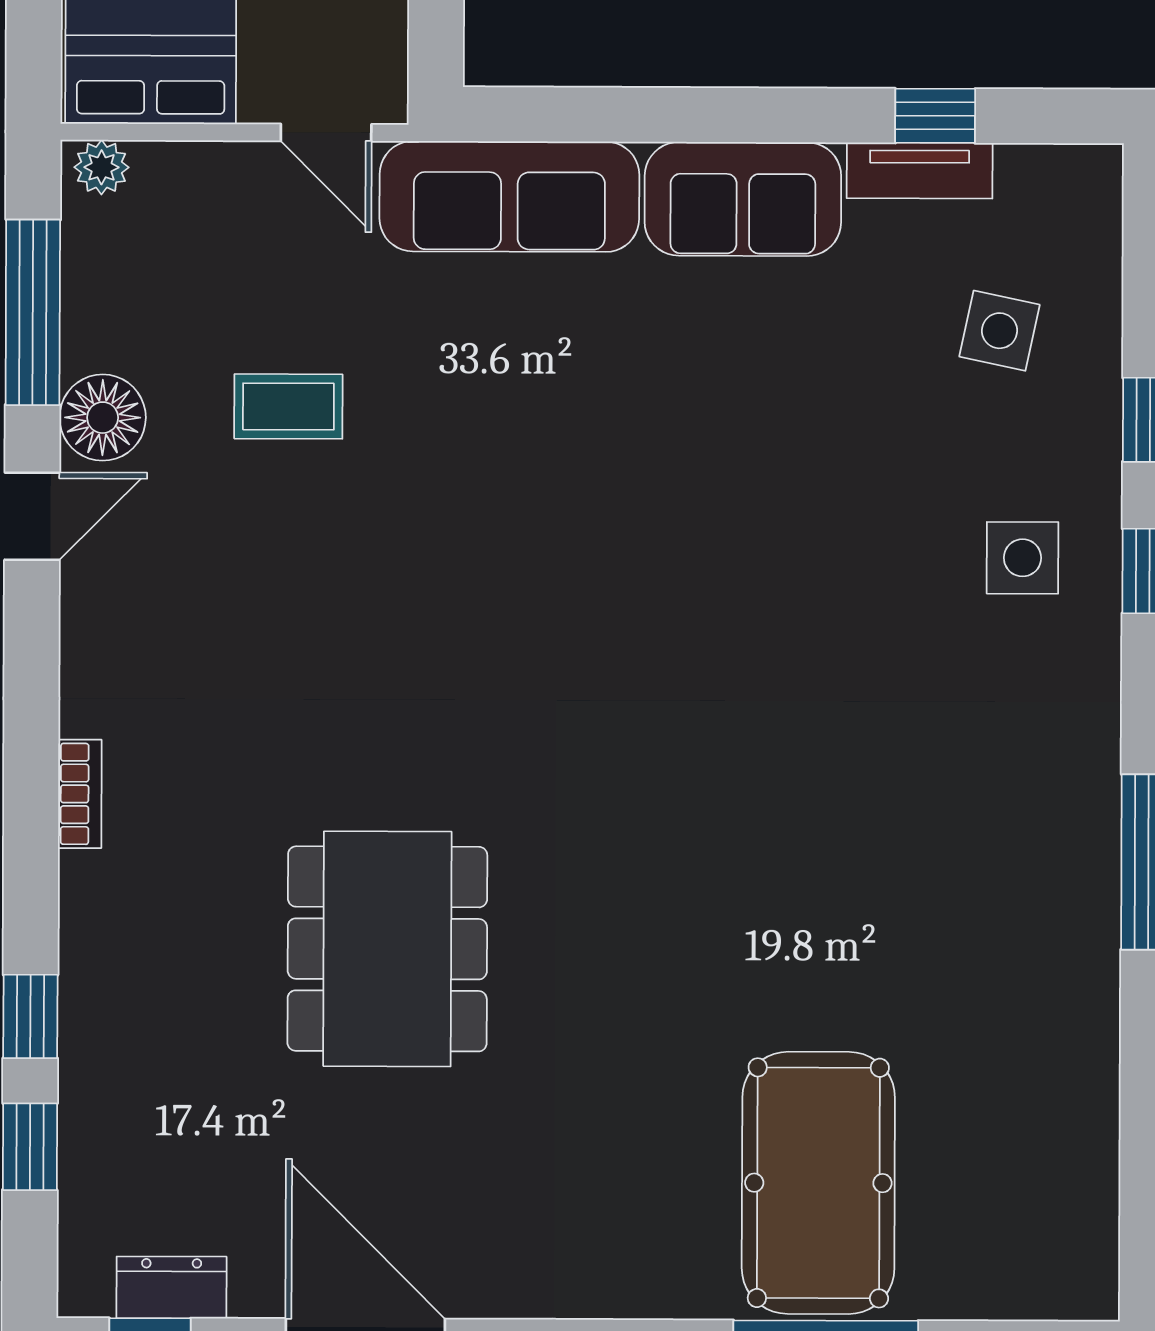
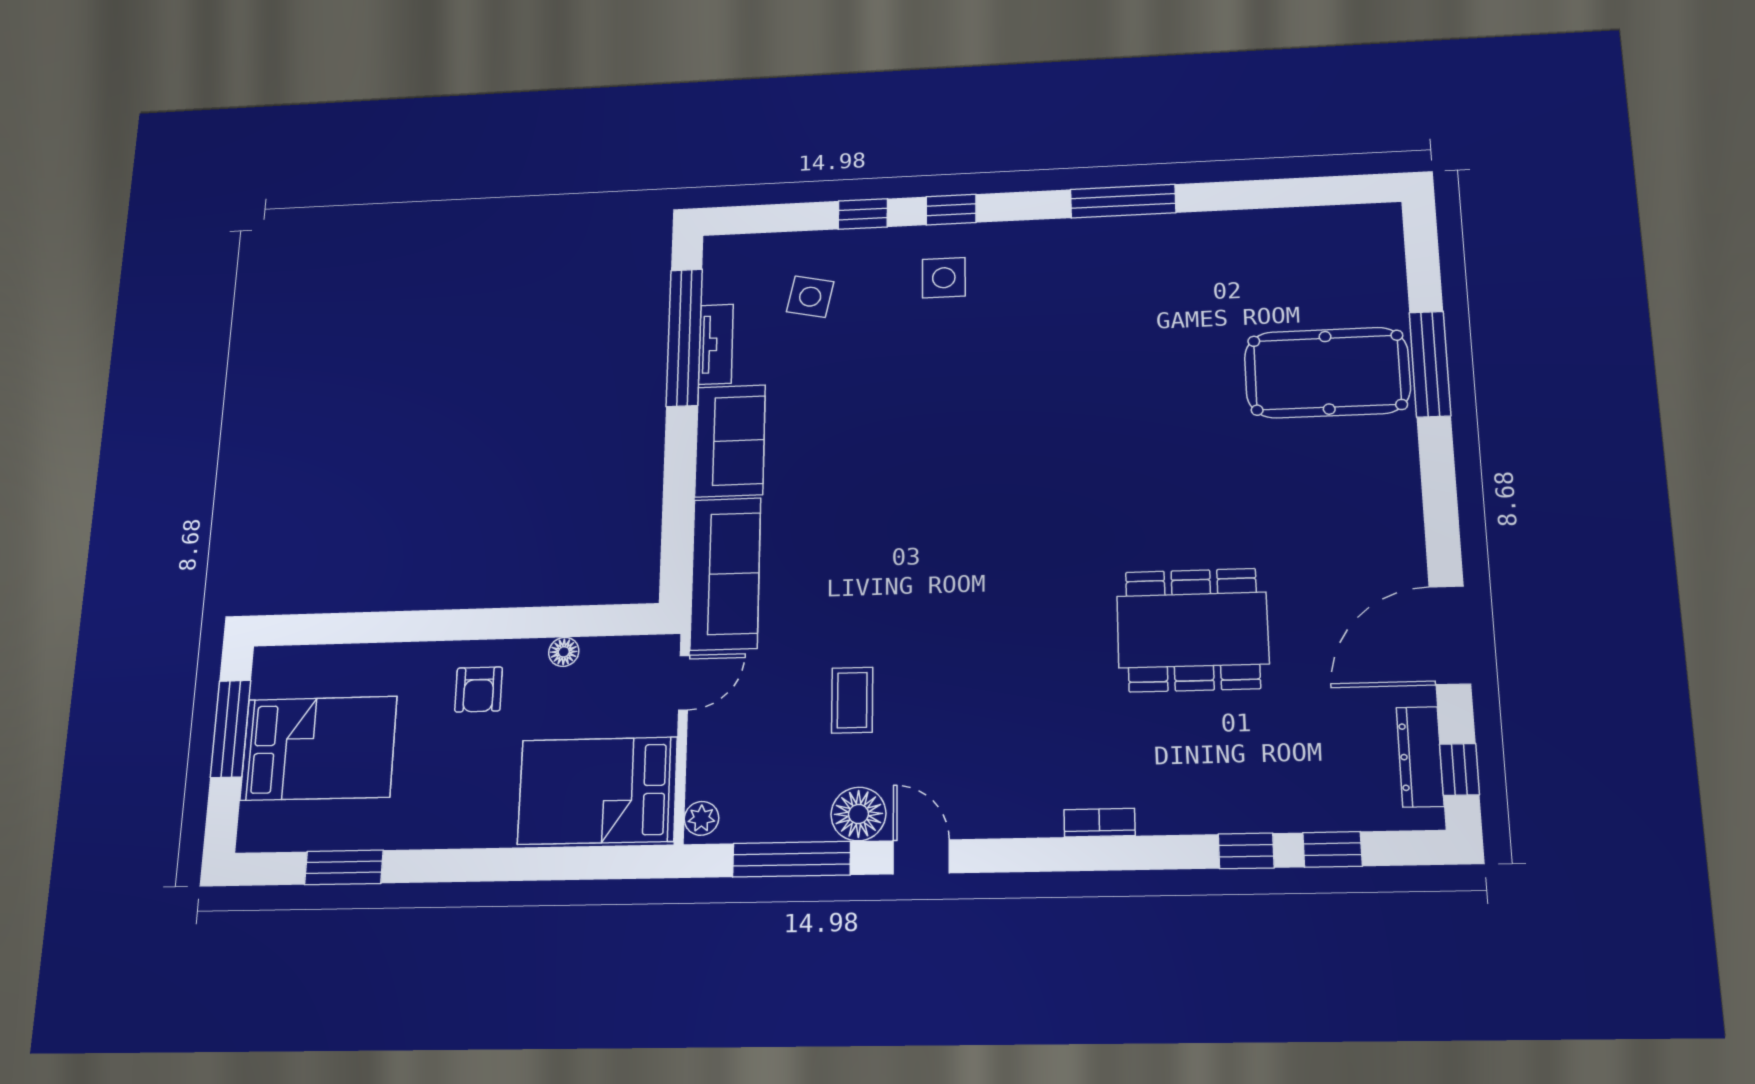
window: (935, 116) -> (684, 337), width x3.17
dresser: (172, 1287) -> (1420, 757), width x1.44

